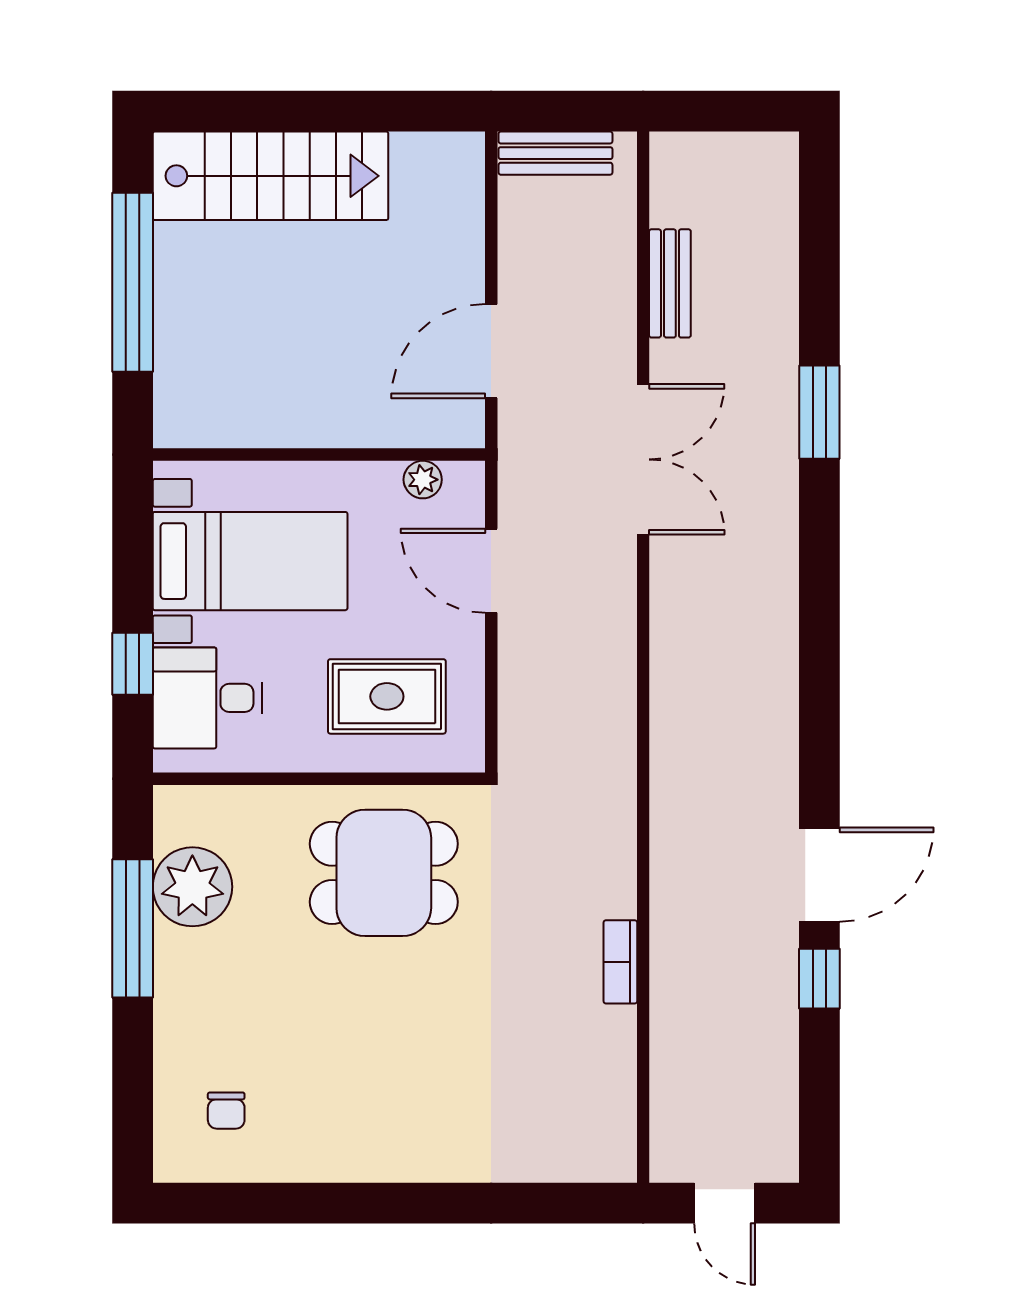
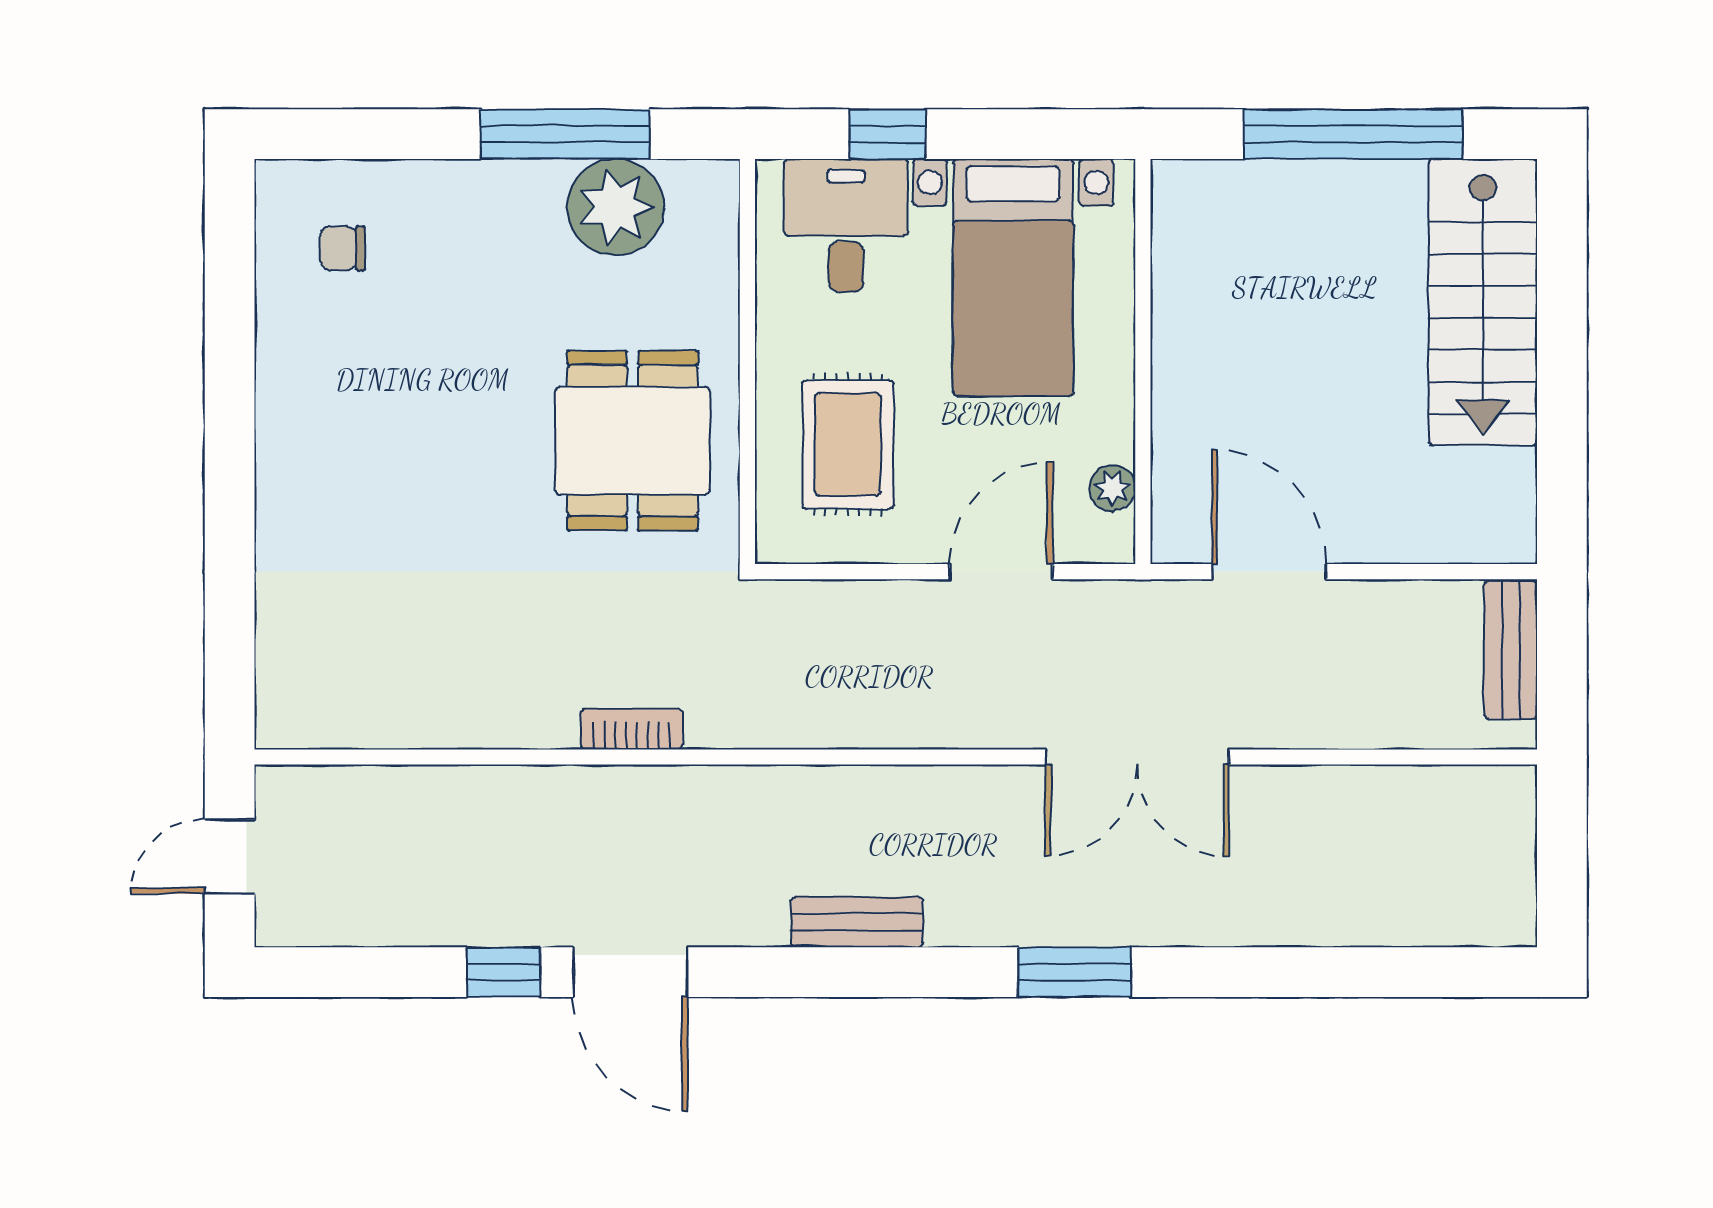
bench: (670, 283) -> (857, 922), moved
window: (819, 412) -> (1075, 972), moved
bookcase: (620, 962) -> (632, 729), moved

